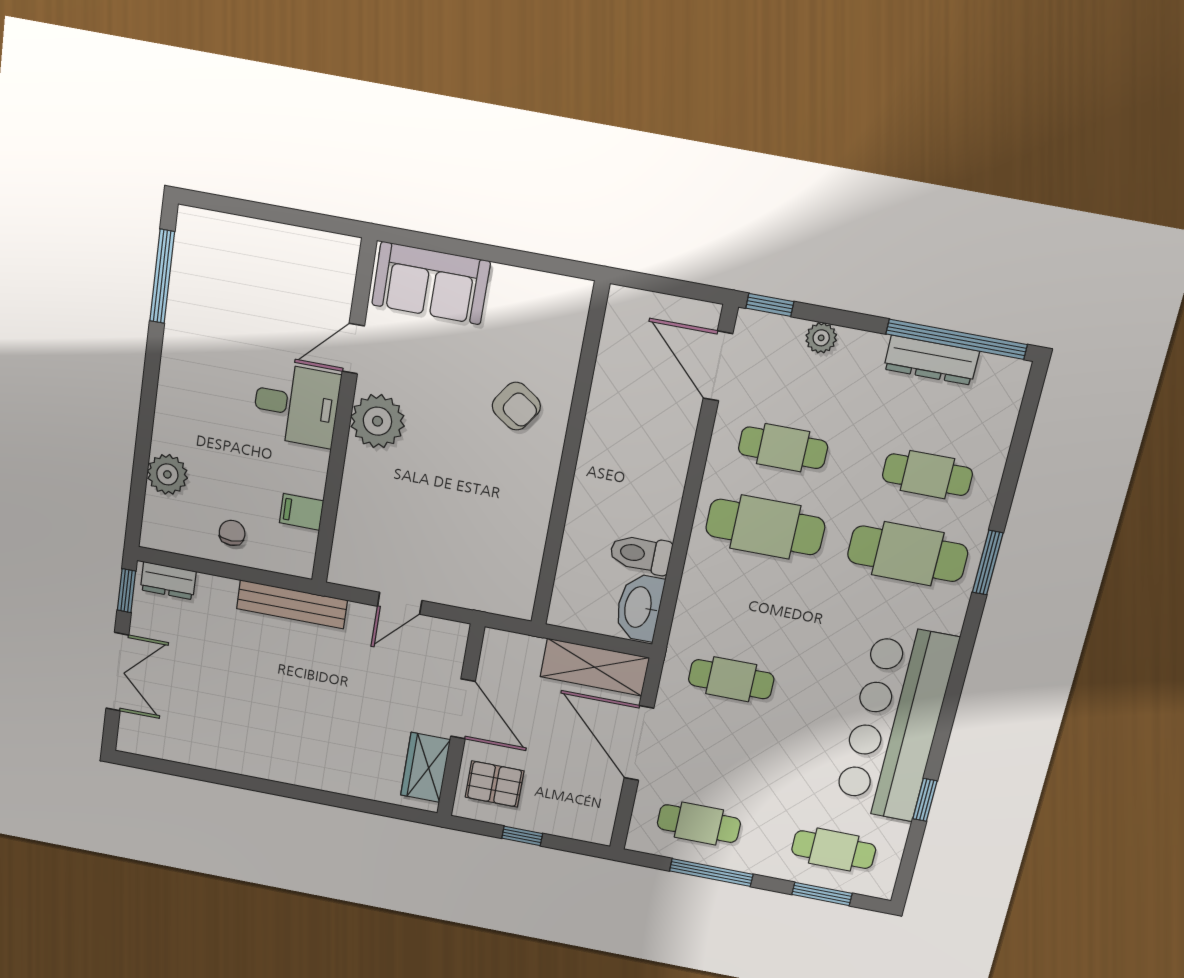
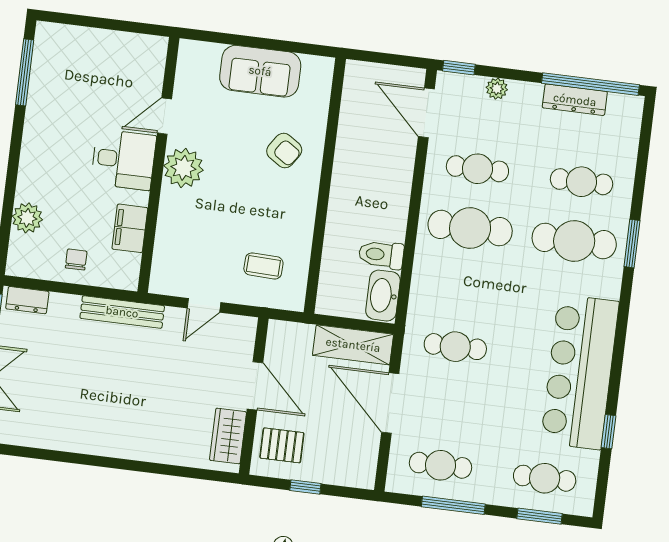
sofa: (431, 283) -> (260, 71), moved
filing cabinet: (301, 512) -> (130, 228), width x2.00
coffee table: (481, 558) -> (263, 266), added

